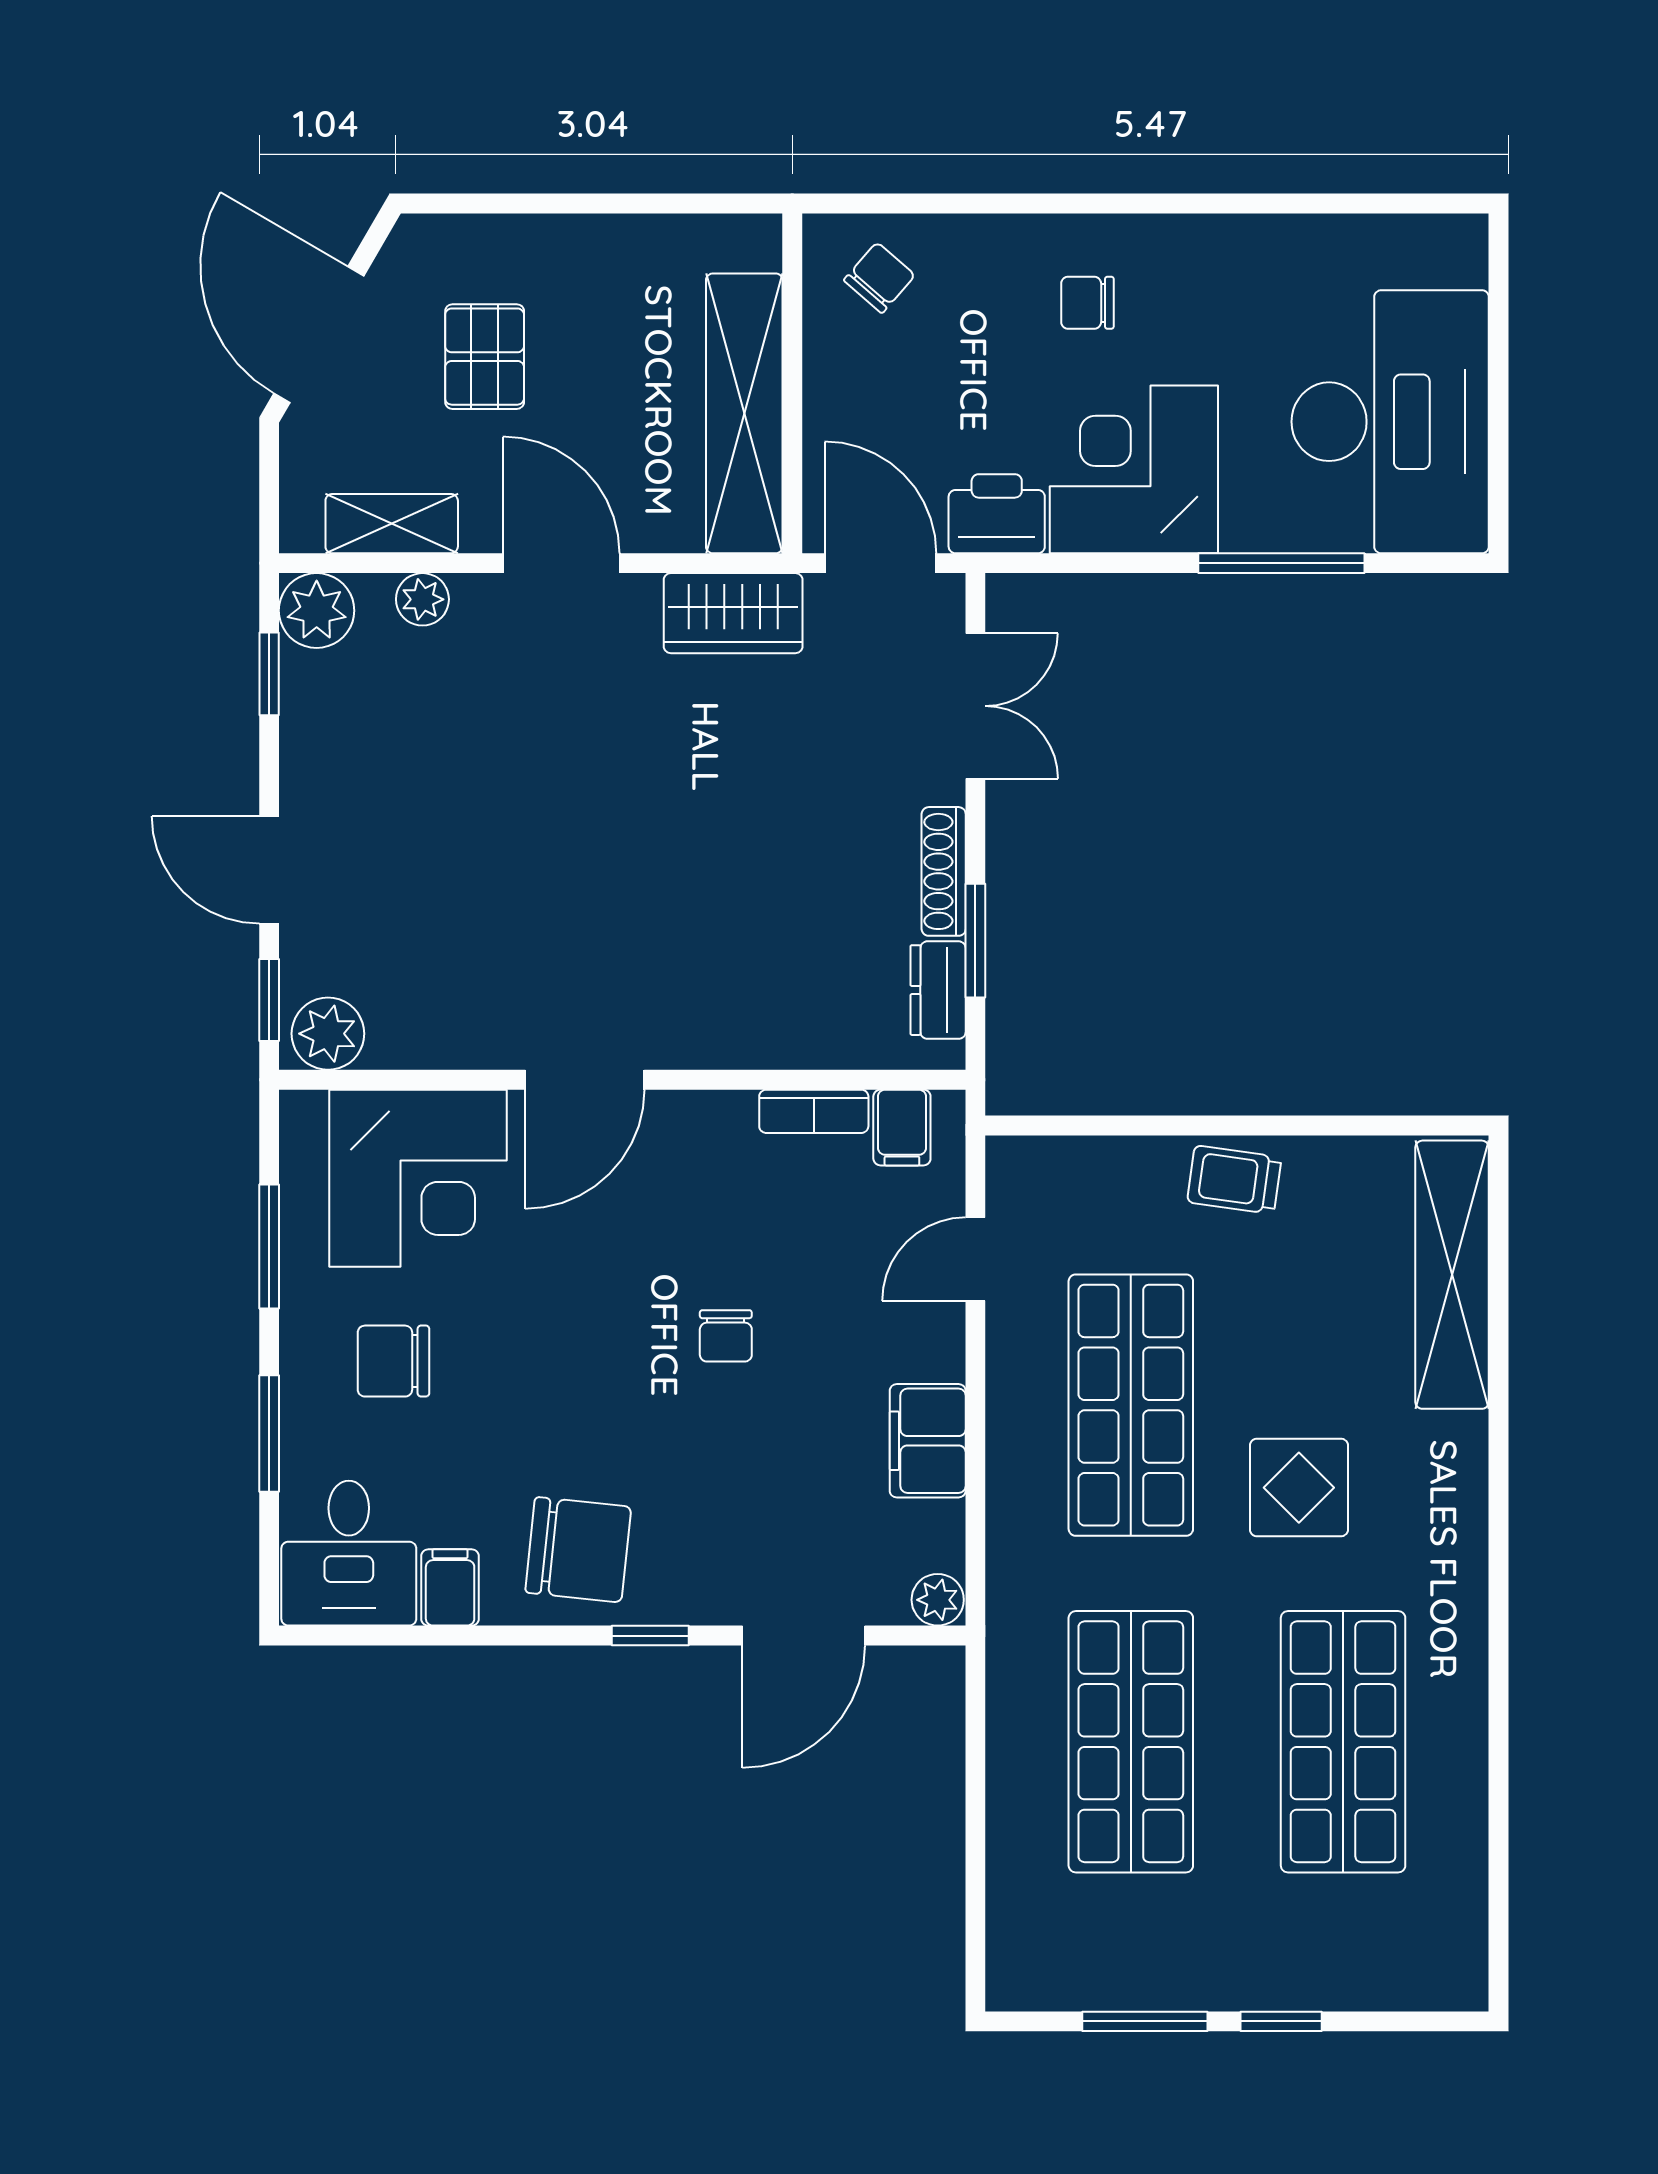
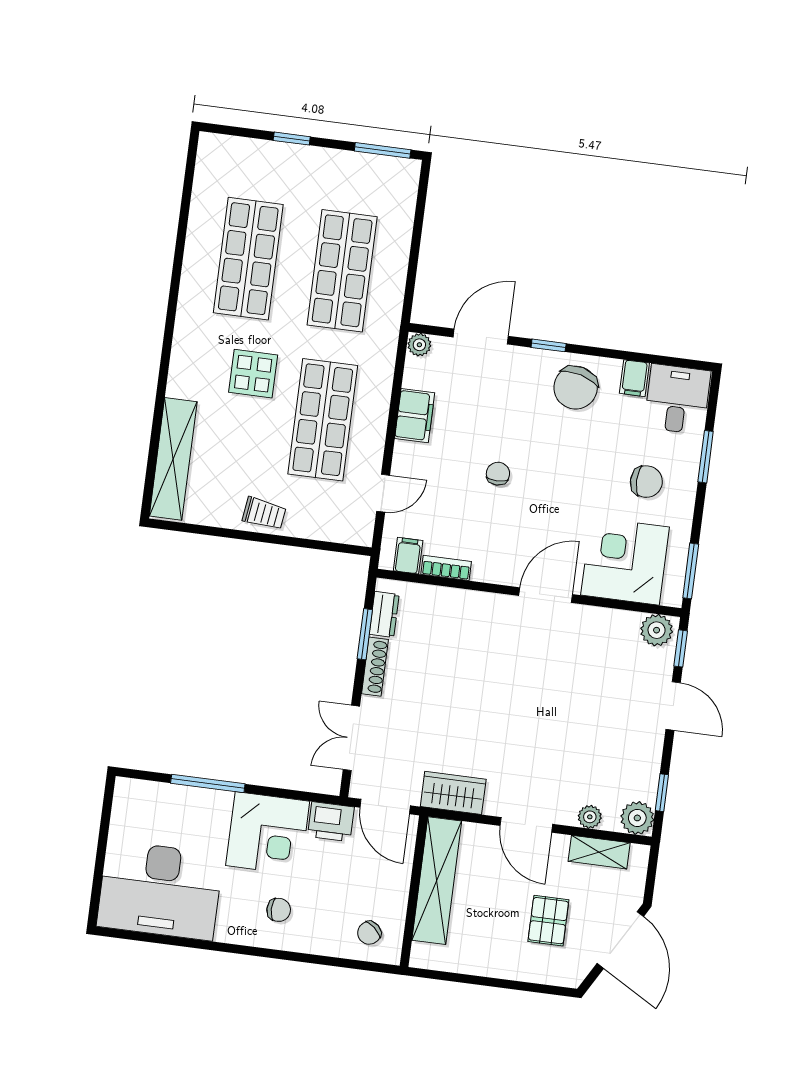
desk: (1390, 422) -> (160, 890), moved, turned -90
window: (269, 1247) -> (691, 571), moved
chair: (578, 1550) -> (576, 388), turned -81
window: (1145, 2021) -> (383, 150), moved

